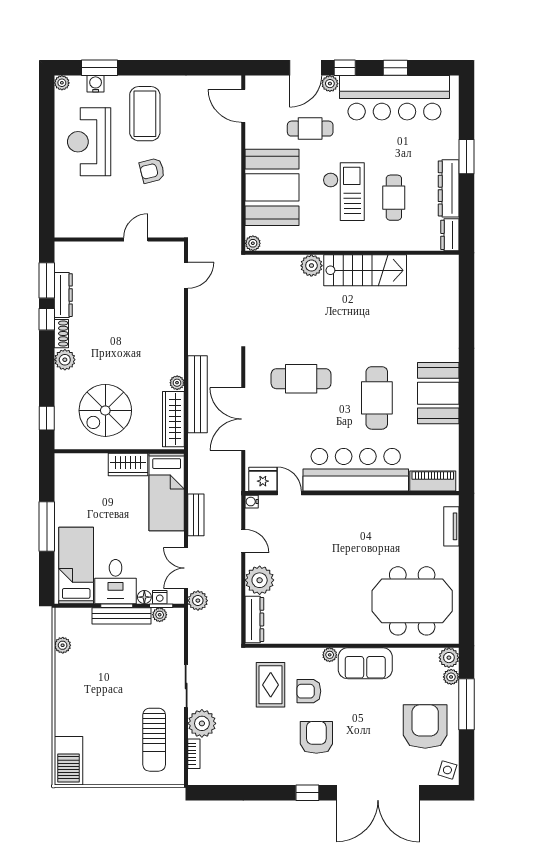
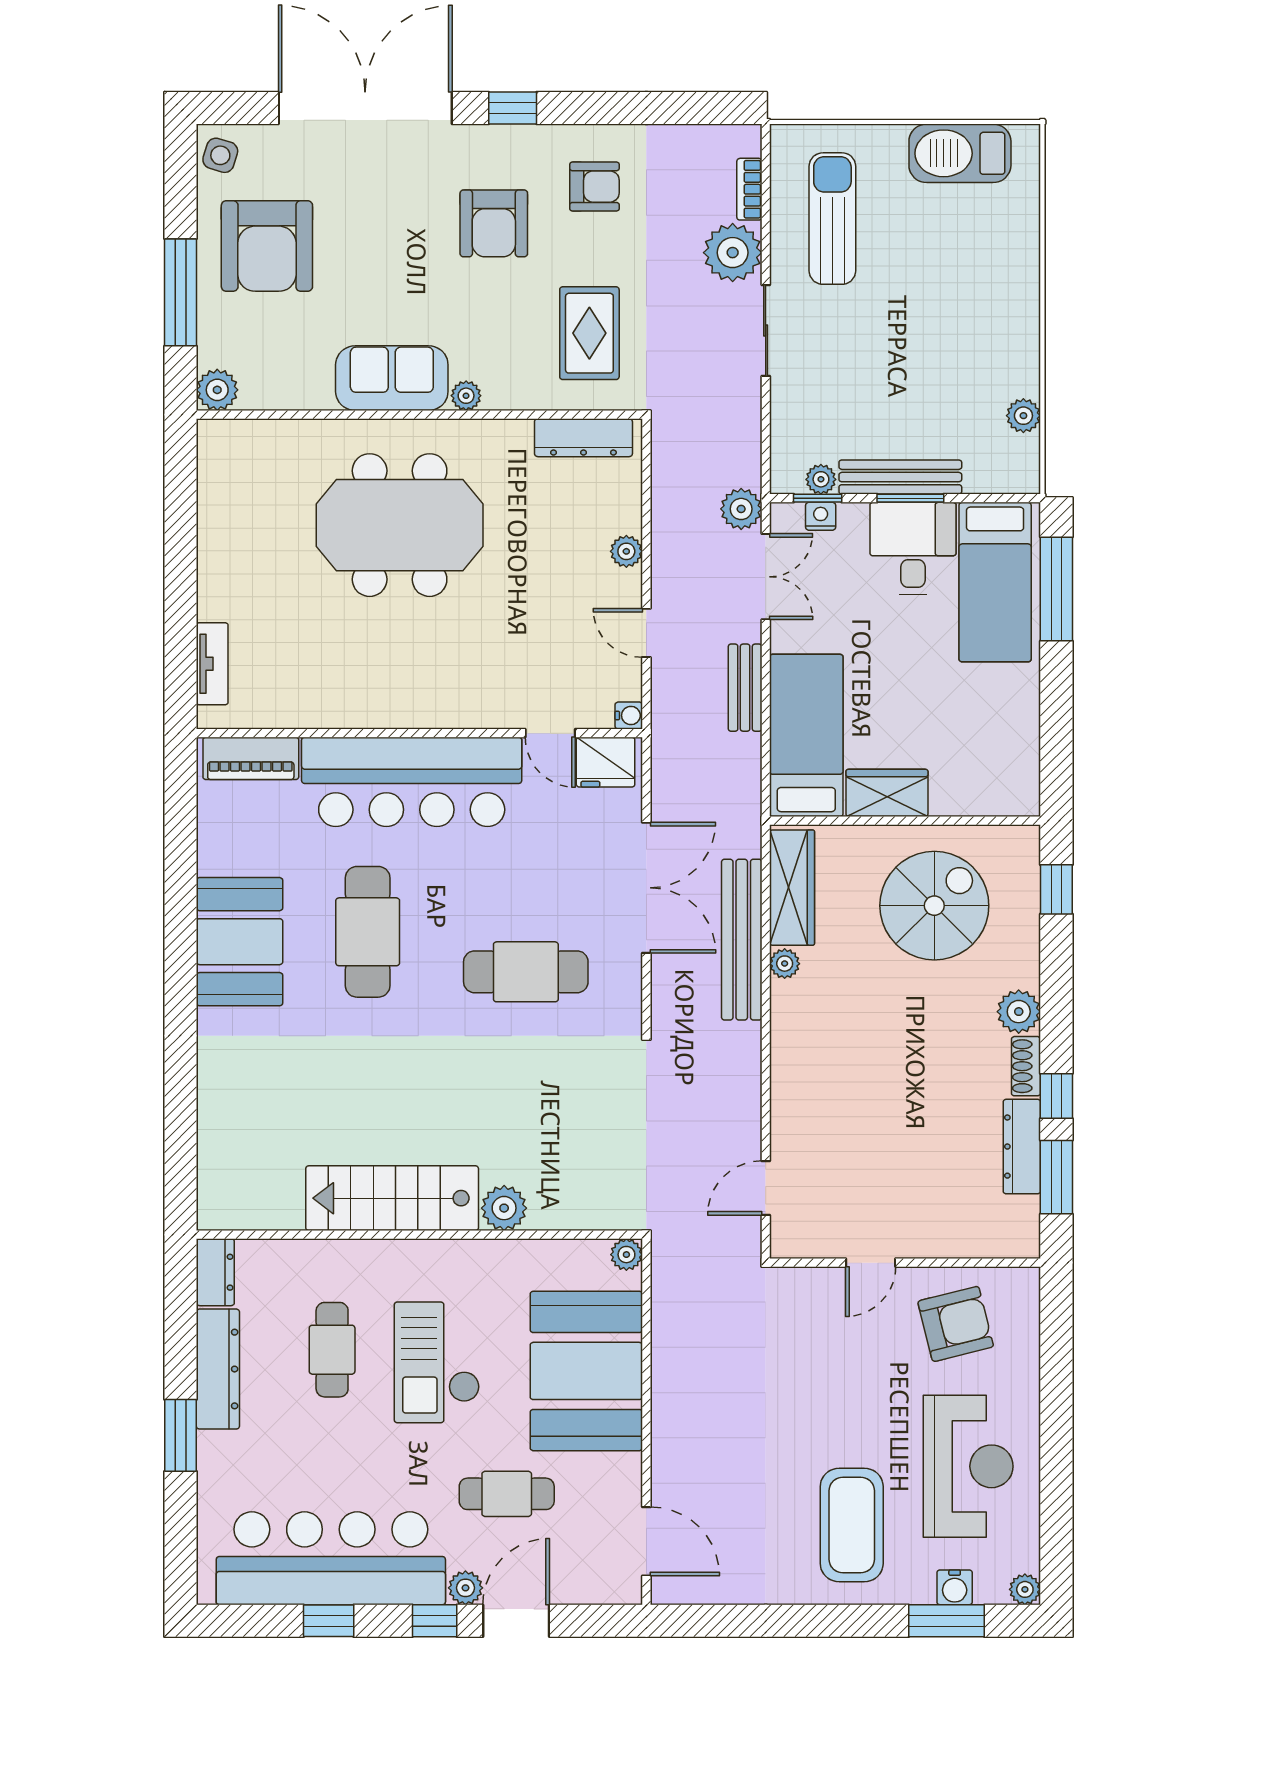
armchair: (152, 171) -> (956, 1324), moved, width x1.38, depth x1.38
window: (47, 526) -> (1056, 589), moved
plant: (260, 580) -> (626, 551), width x0.53, depth x0.53
floor lamp: (144, 597) -> (853, 516), removed
meeting table: (412, 601) -> (400, 525), moved
dresser: (254, 619) -> (583, 438), moved, turned -90
plant: (451, 677) -> (213, 350), removed
armchair: (309, 691) -> (594, 187), moved
barbecue: (69, 761) -> (960, 153), moved, turned -90

